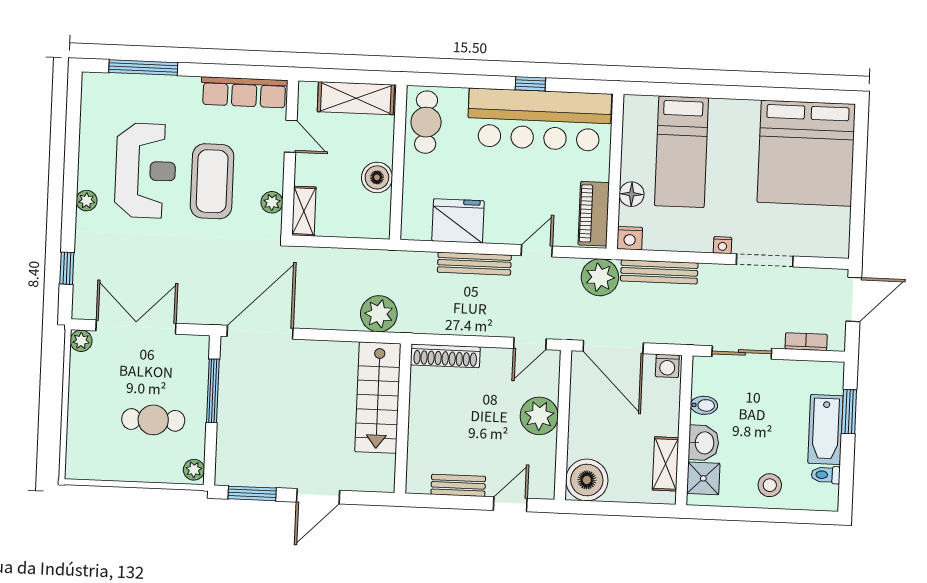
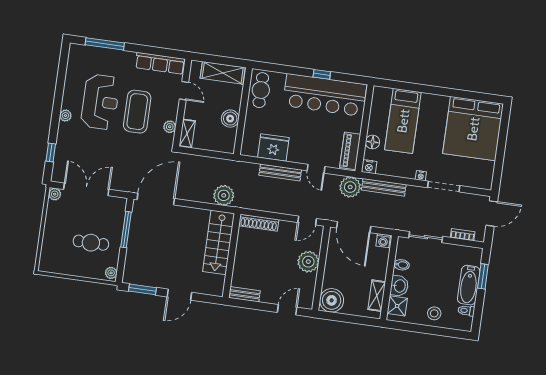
door: (537, 251) -> (316, 169), swing flipped
bench: (458, 485) -> (244, 294), moved

